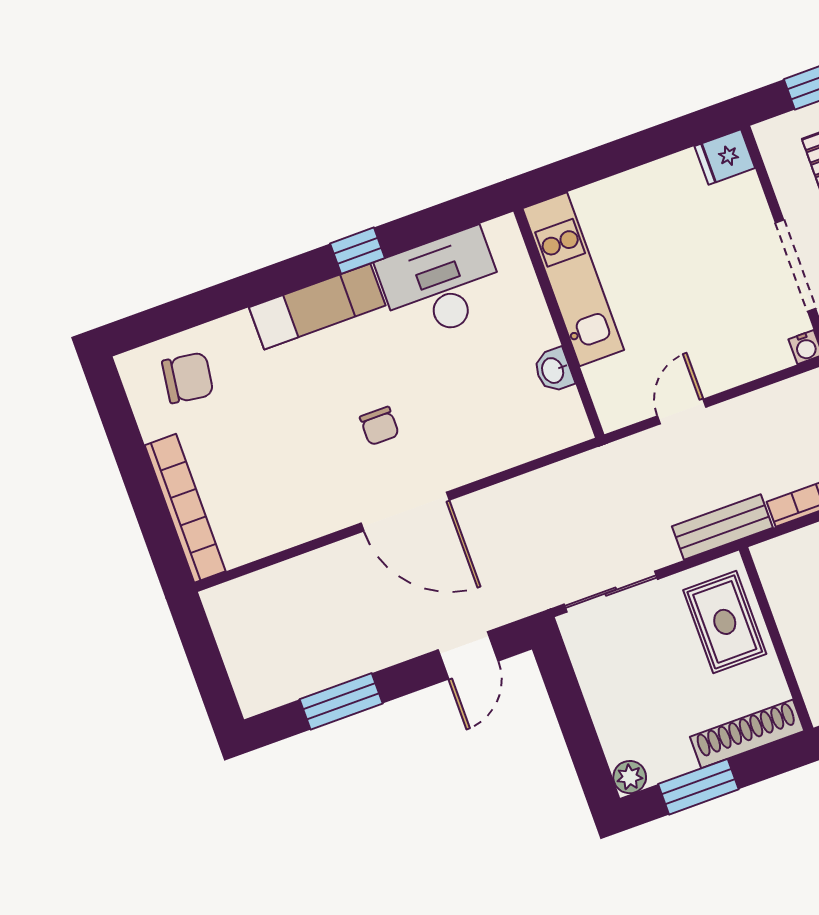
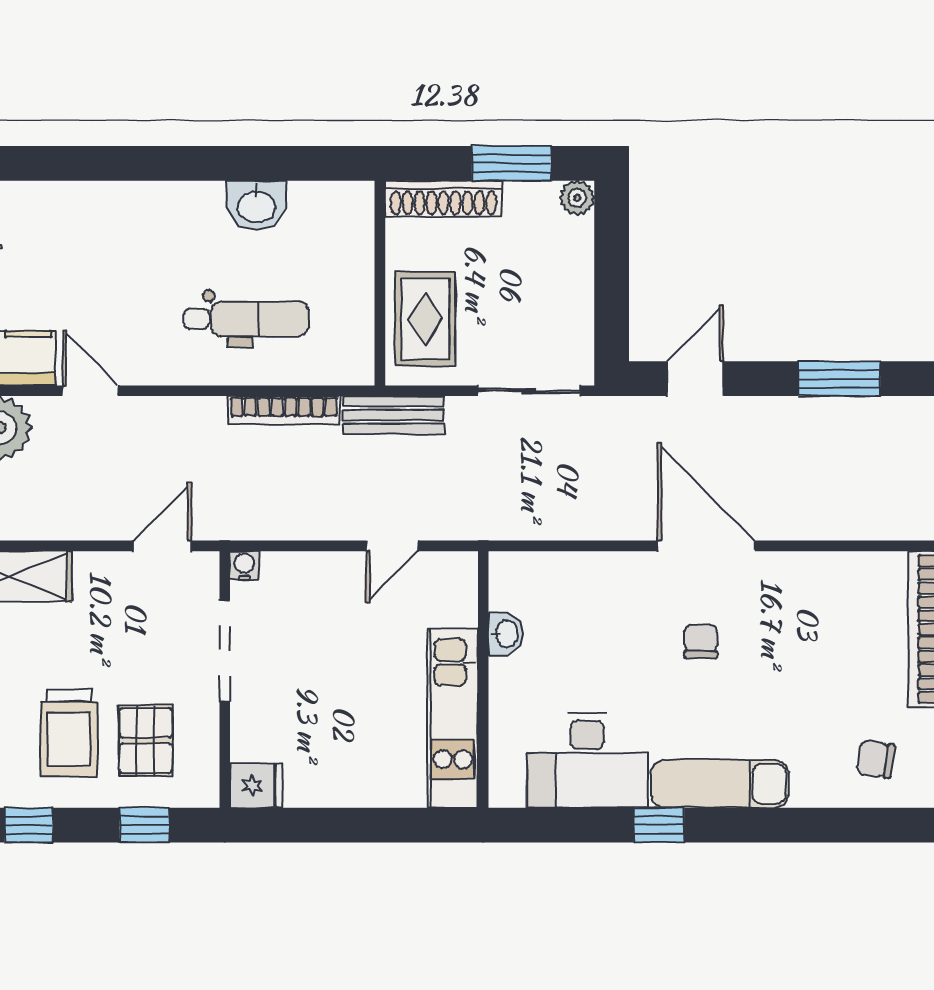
chair: (188, 378) -> (876, 759), width x0.73, depth x0.73

